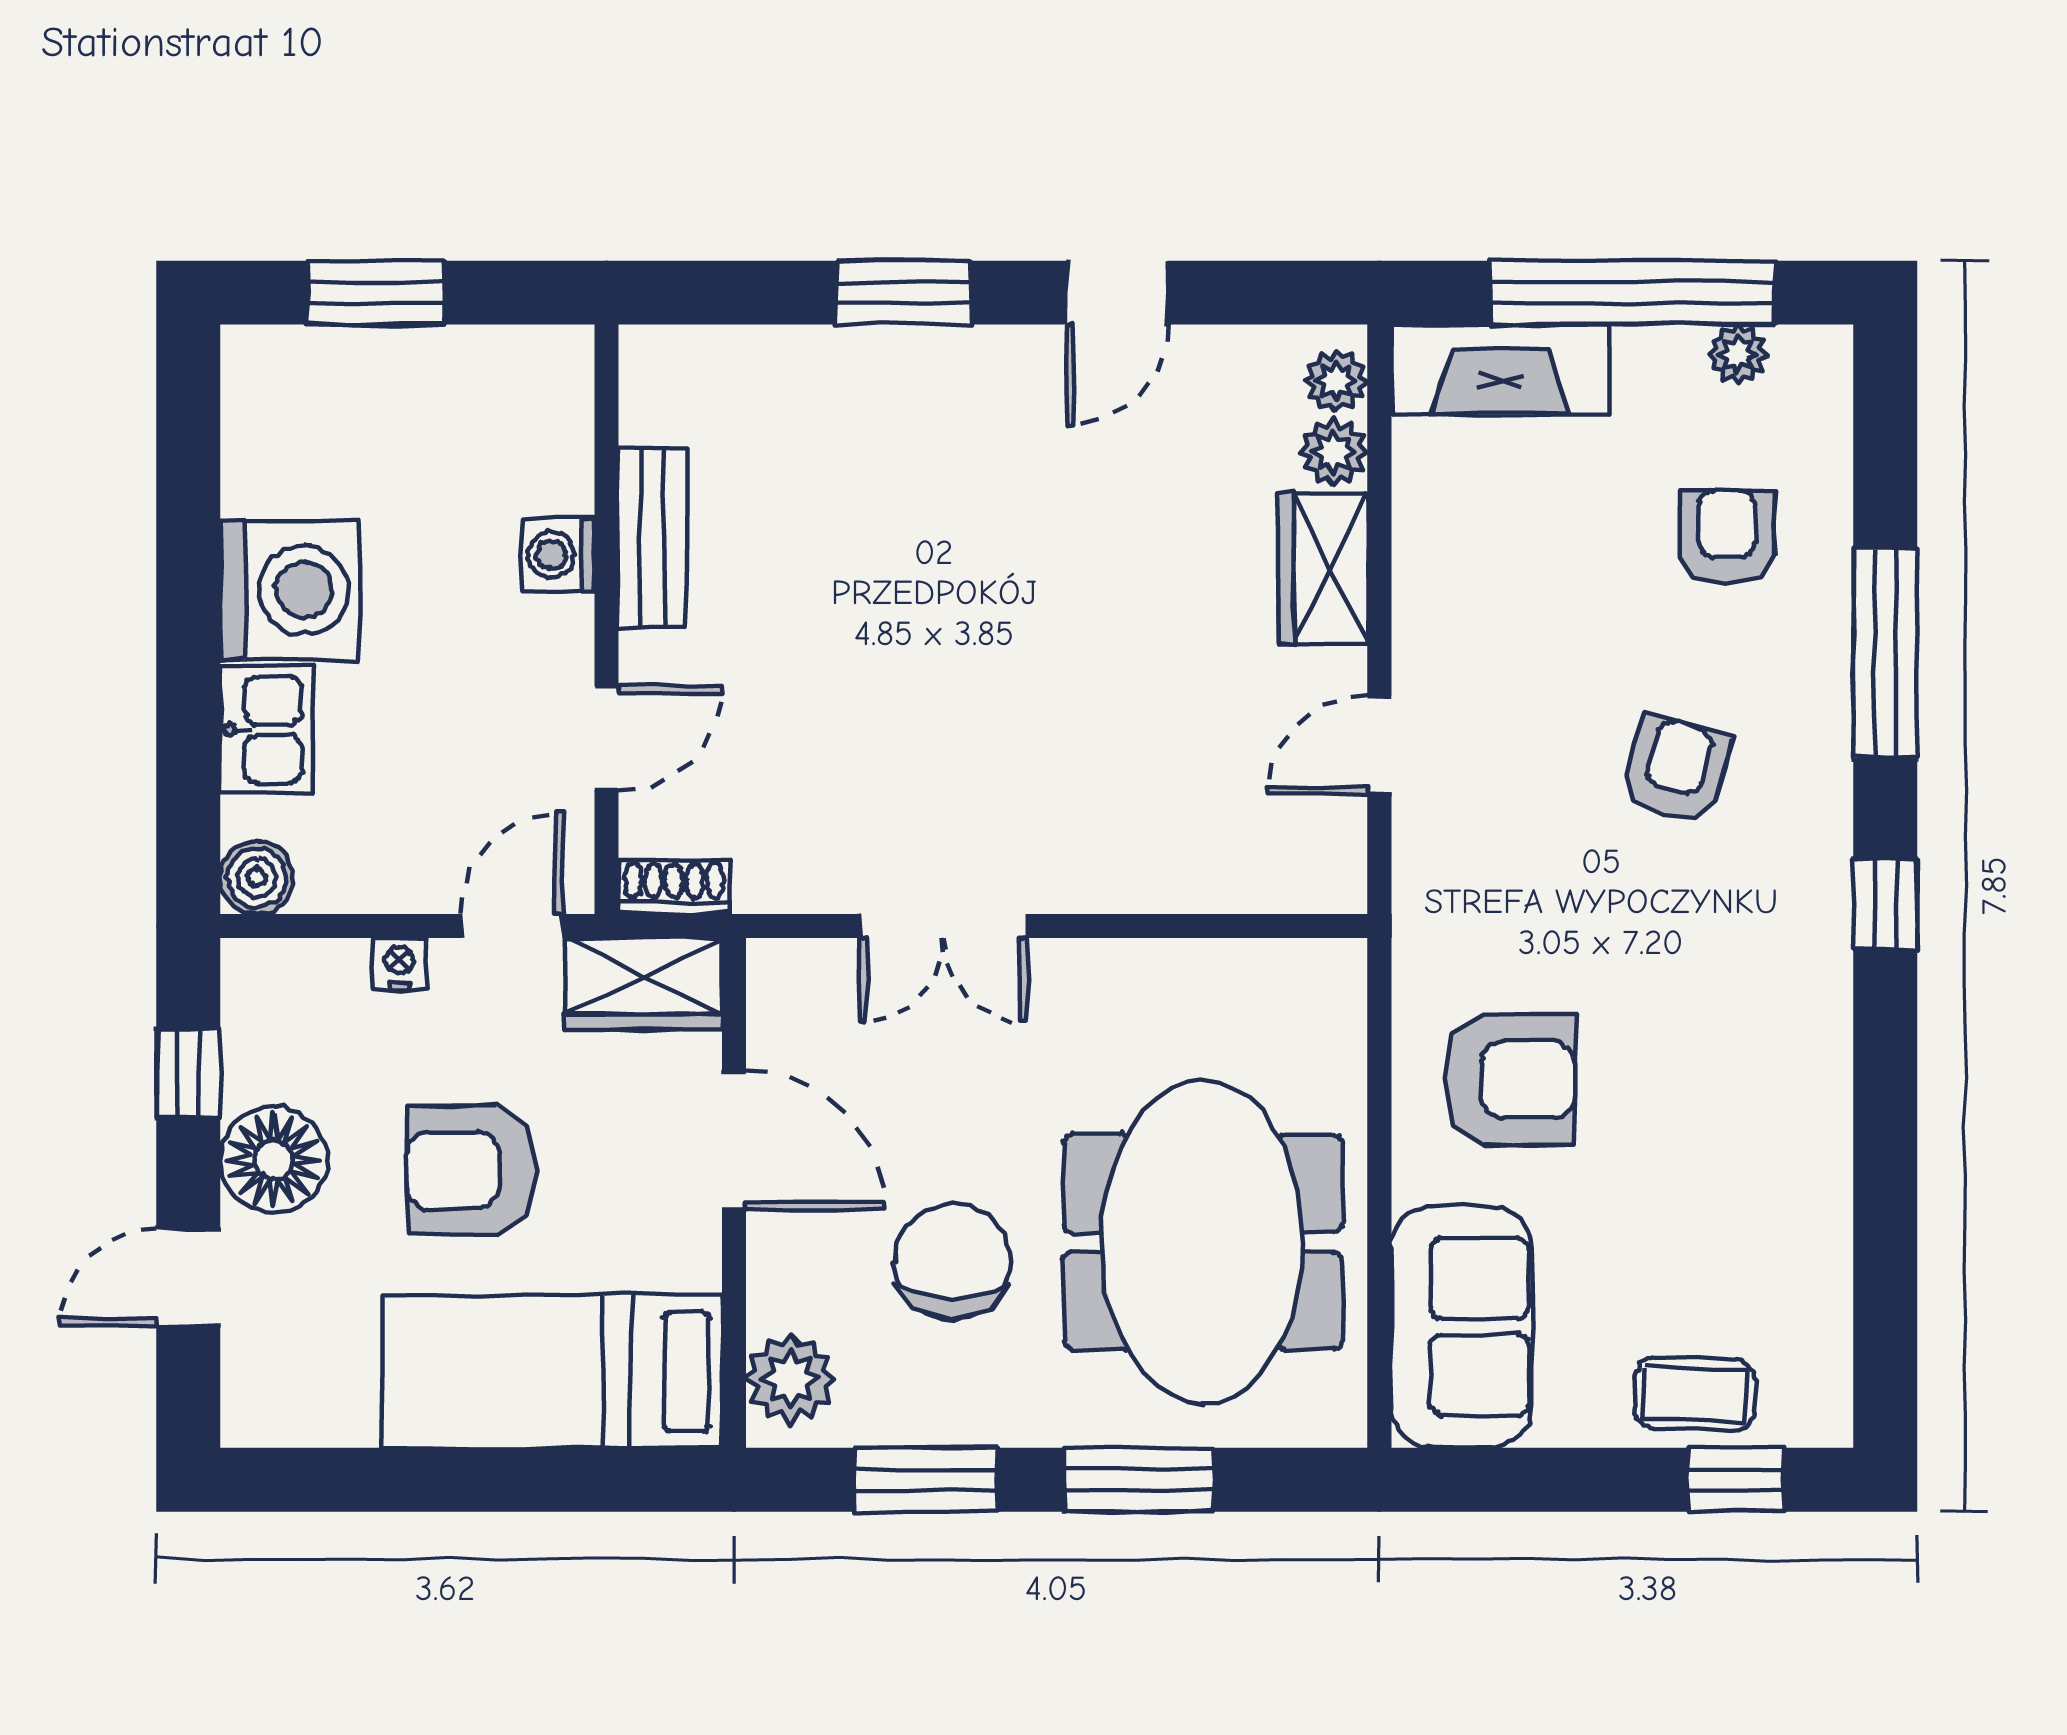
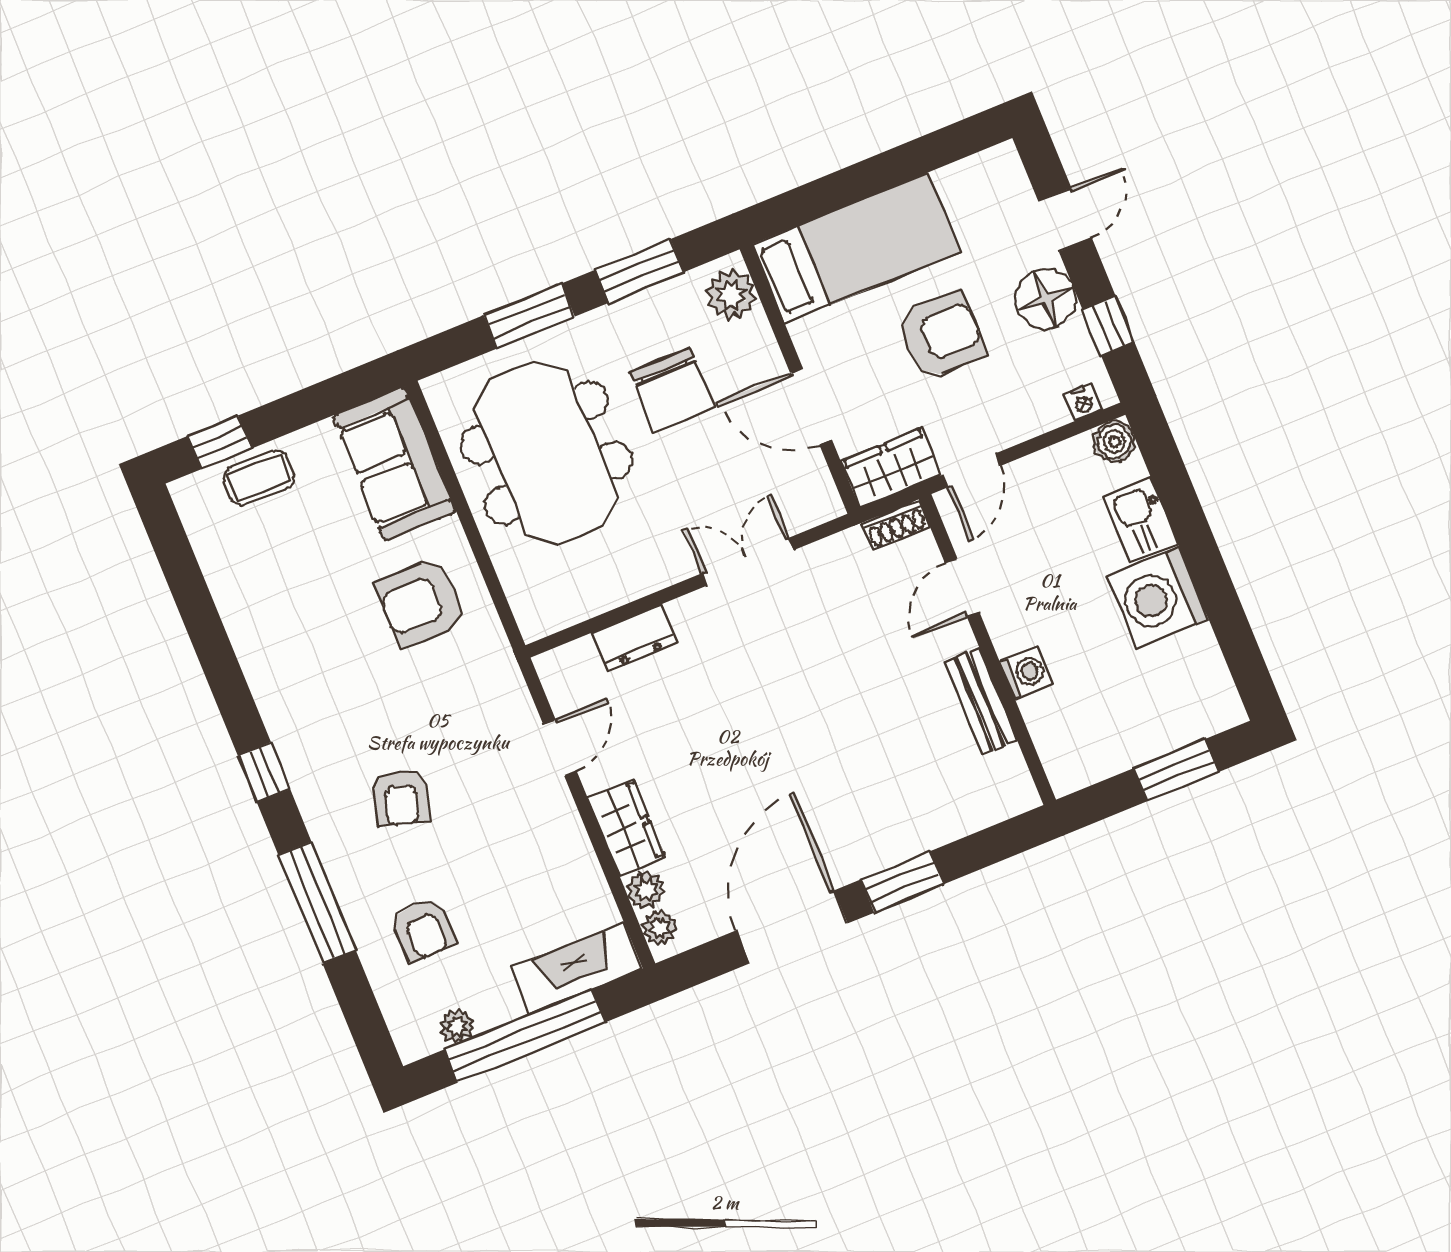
door: (1117, 293) -> (792, 927), width x1.87
dresser: (1182, 876) -> (634, 638), added
nightstand: (400, 964) -> (1083, 402), moved

